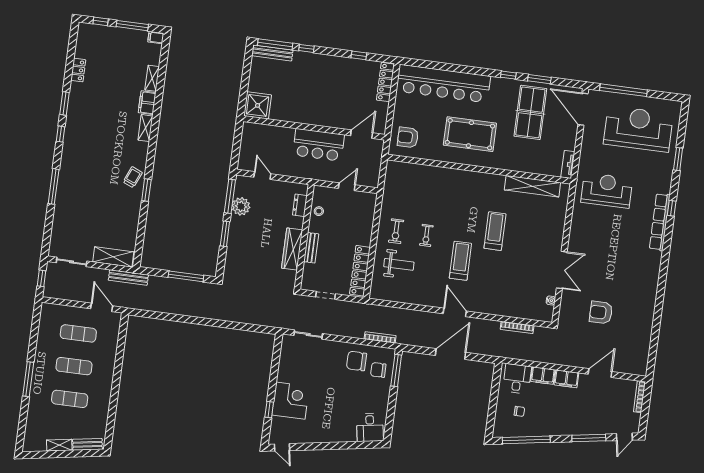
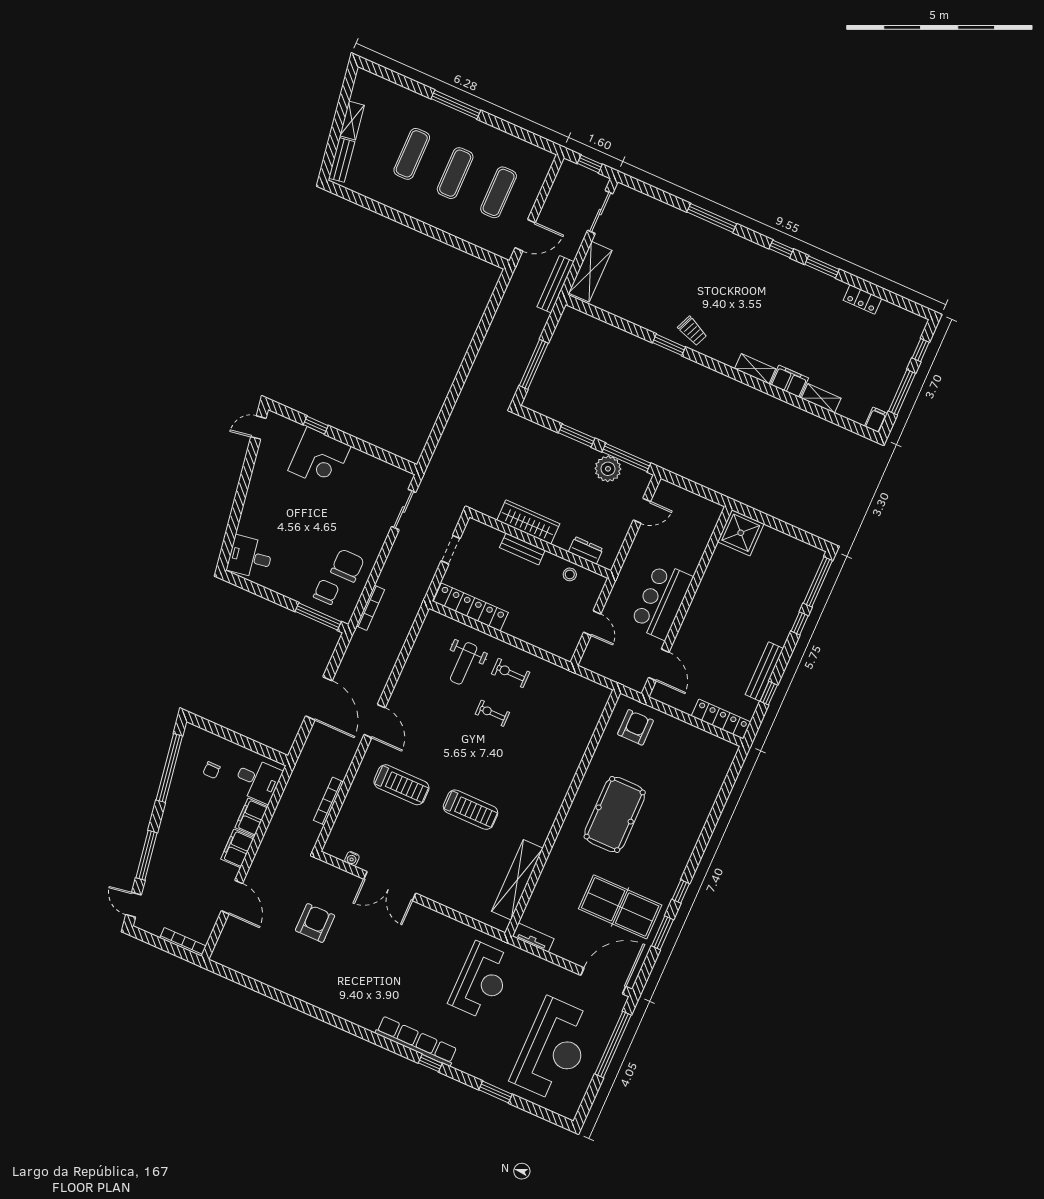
bench: (272, 53) -> (764, 671), moved
bar counter: (443, 84) -> (695, 798), removed
treadmill: (460, 261) -> (401, 785), moved
door: (455, 312) -> (375, 721), hinge flipped

